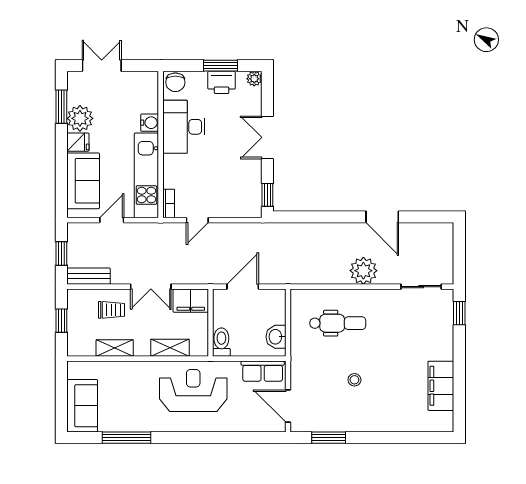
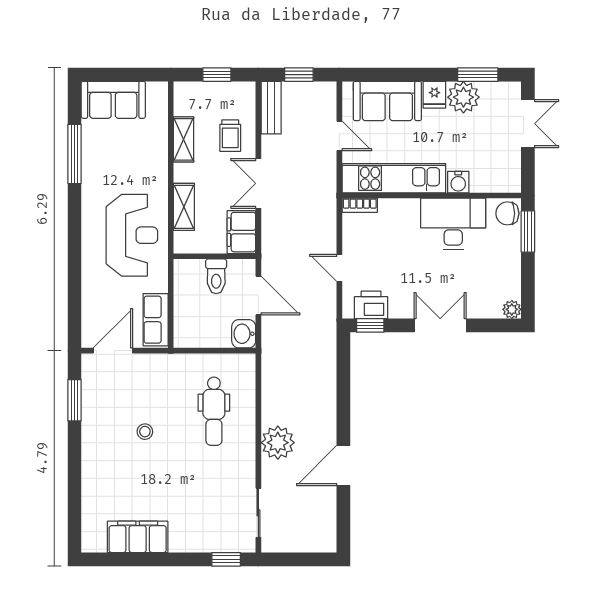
window: (221, 66) -> (528, 232), moved
printer: (222, 82) -> (371, 305), moved, turned 90
door: (197, 220) -> (339, 268), moved
washbasin: (276, 337) -> (244, 334), moved, turned -90
toilet: (221, 342) -> (216, 276), moved, turned 90

